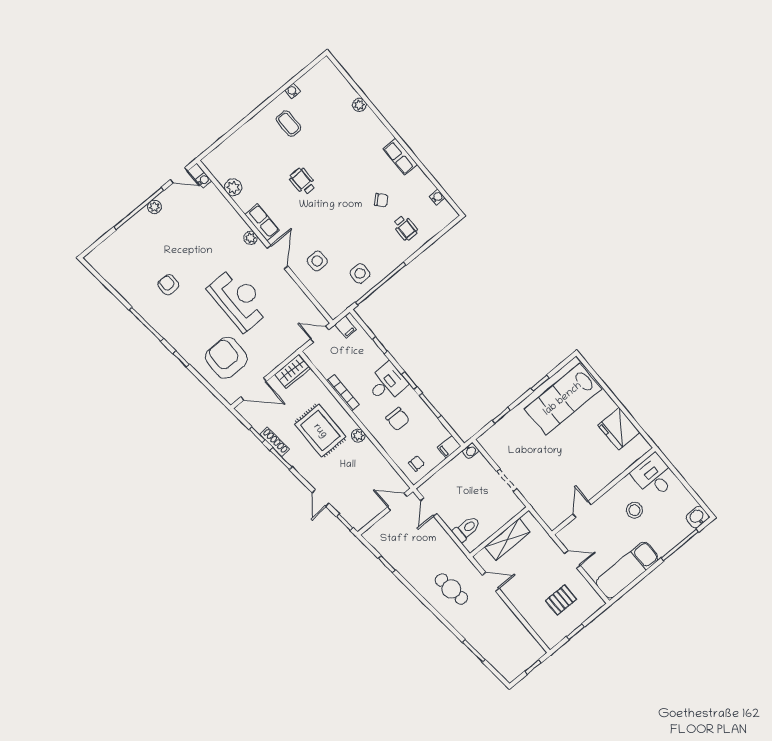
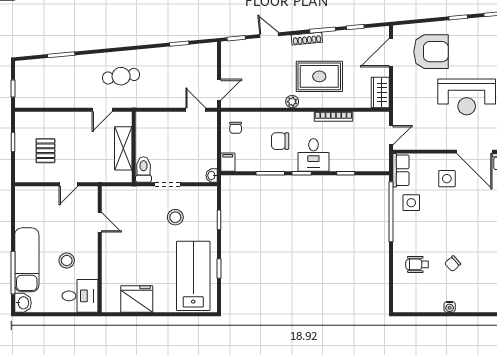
row of seats: (400, 157) -> (401, 170), moved, turned 90
water cooler: (437, 197) -> (450, 307), moved
door: (277, 257) -> (474, 152), width x1.36
filing cabinet: (345, 327) -> (380, 159), removed
shoe rack: (274, 442) -> (307, 39), moved
stool: (528, 452) -> (175, 217), added
toilet: (467, 529) -> (144, 169), moved, turned 180
exam couch: (627, 570) -> (27, 260), moved

